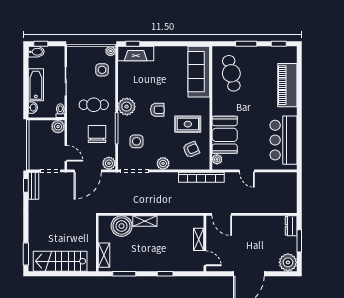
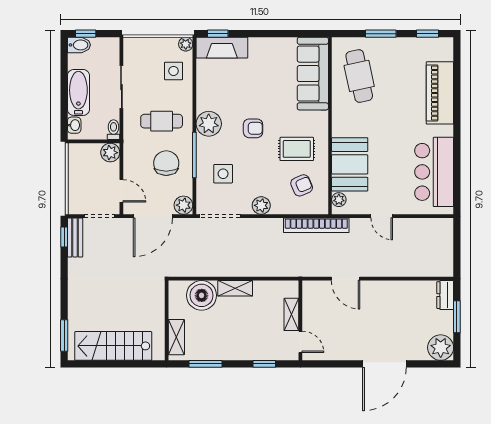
shelving: (199, 239) -> (291, 314), moved
wall: (205, 243) -> (300, 320), moved
door: (205, 258) -> (300, 342), moved

